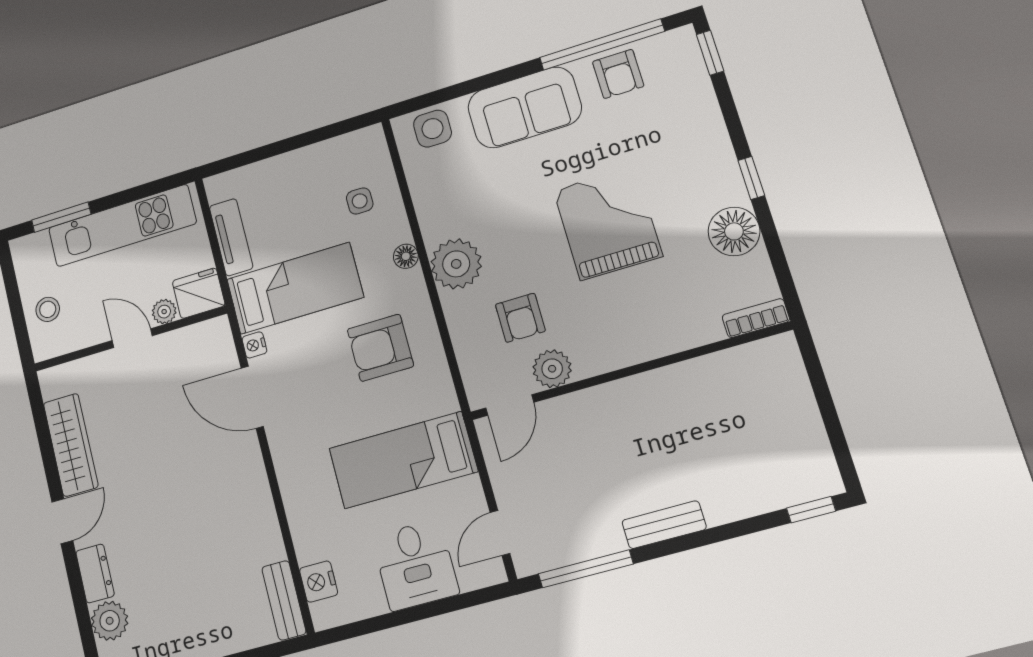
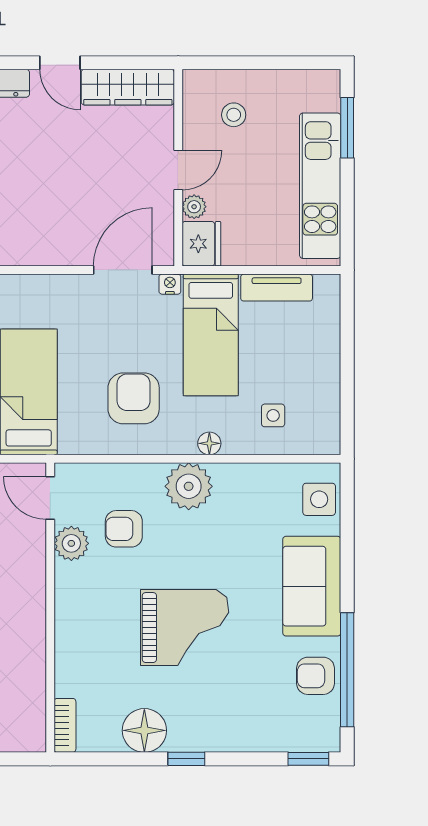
fridge: (199, 293) -> (201, 244), moved
stool: (48, 309) -> (234, 115), moved
plant: (164, 312) -> (194, 207), moved
door: (132, 338) -> (178, 170), moved
wall: (130, 339) -> (178, 168), moved

